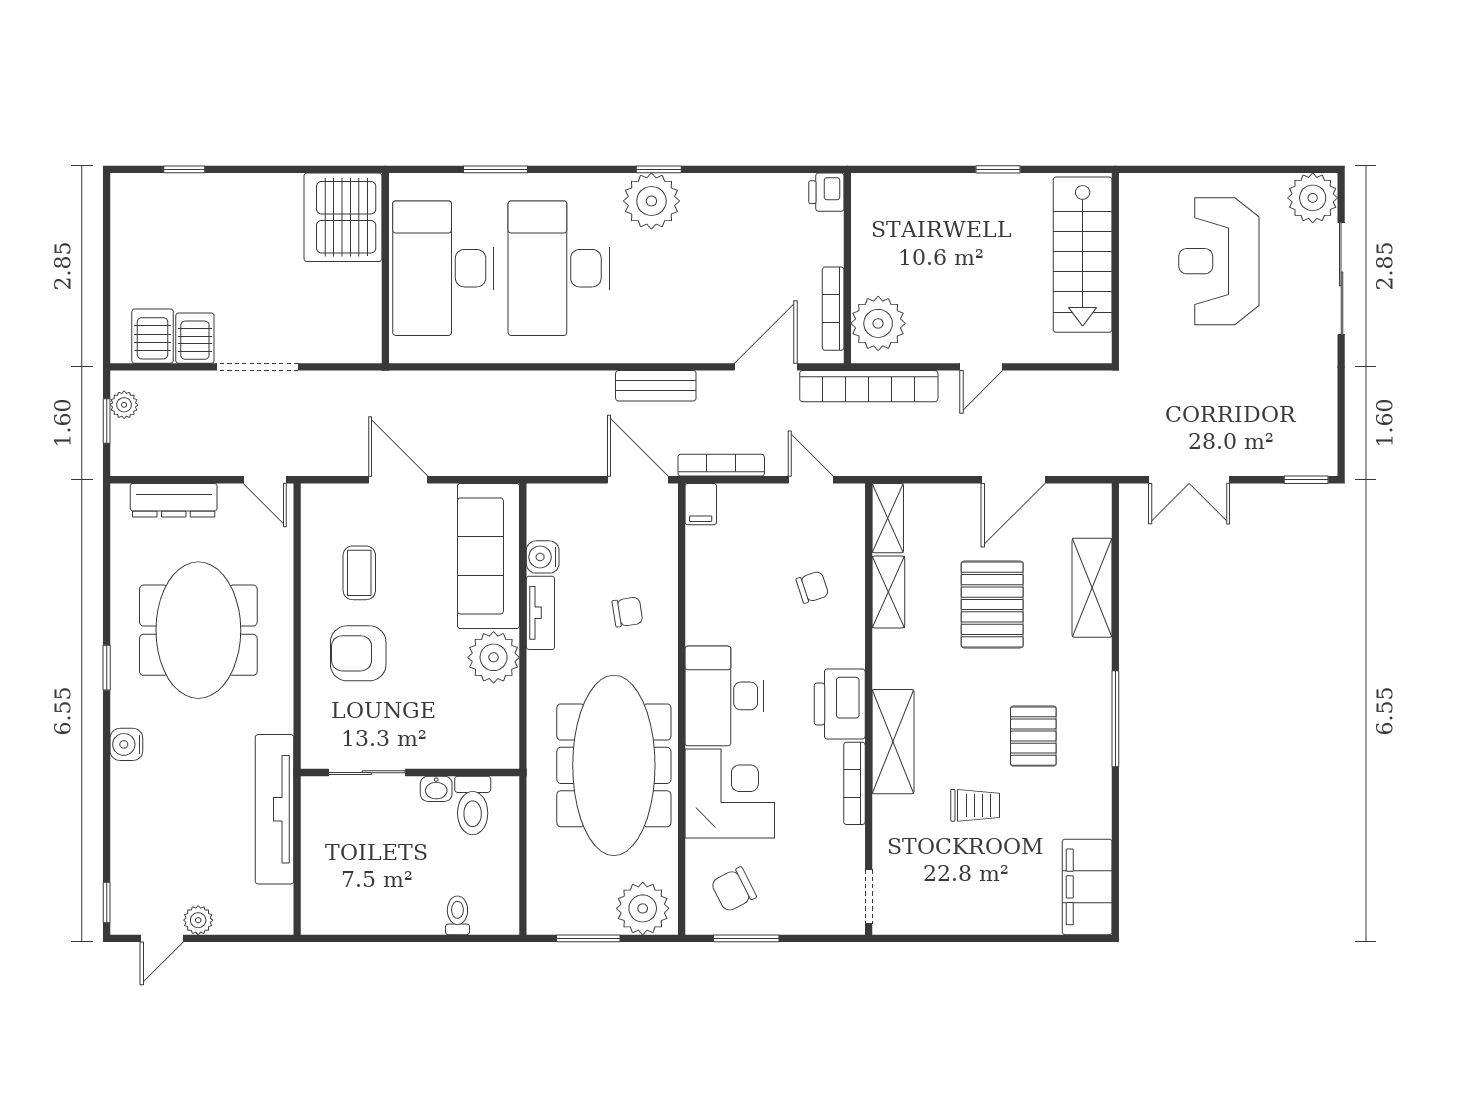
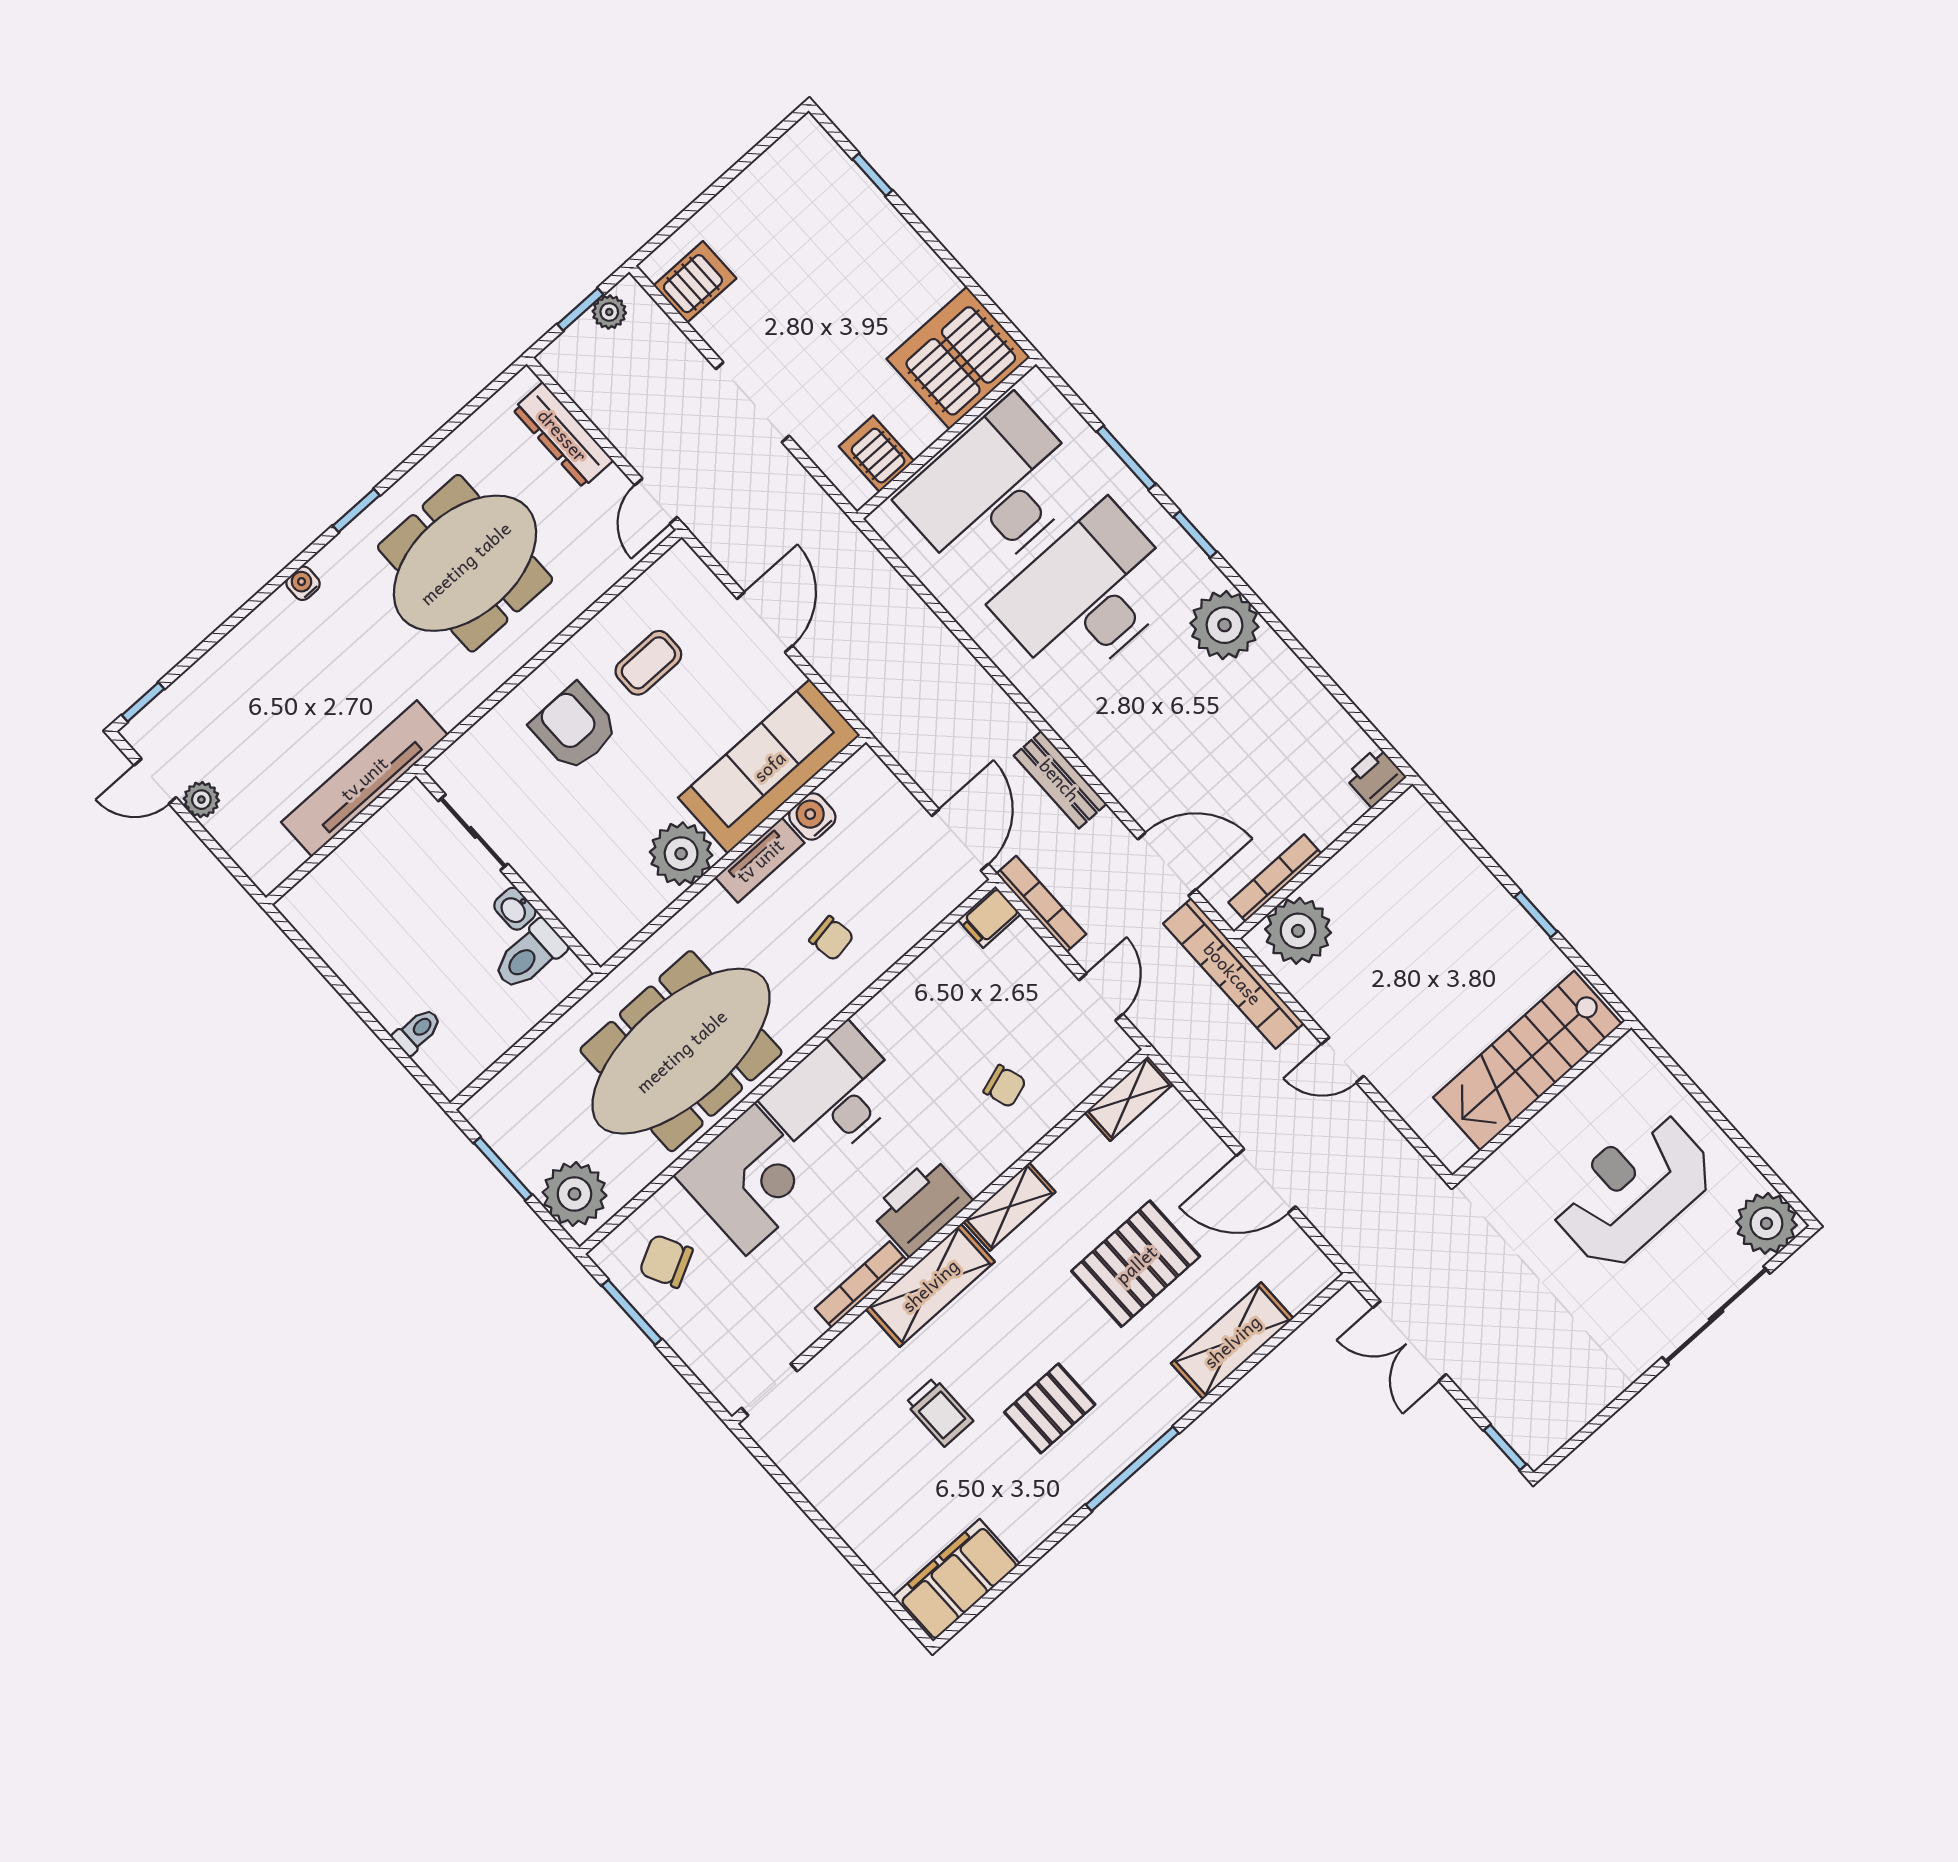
window: (659, 169) -> (1195, 534), moved
server rack: (195, 338) -> (876, 454), moved, turned -90
shelving: (888, 592) -> (1009, 1207), moved
water cooler: (126, 744) -> (303, 583), width x0.72, depth x0.72

